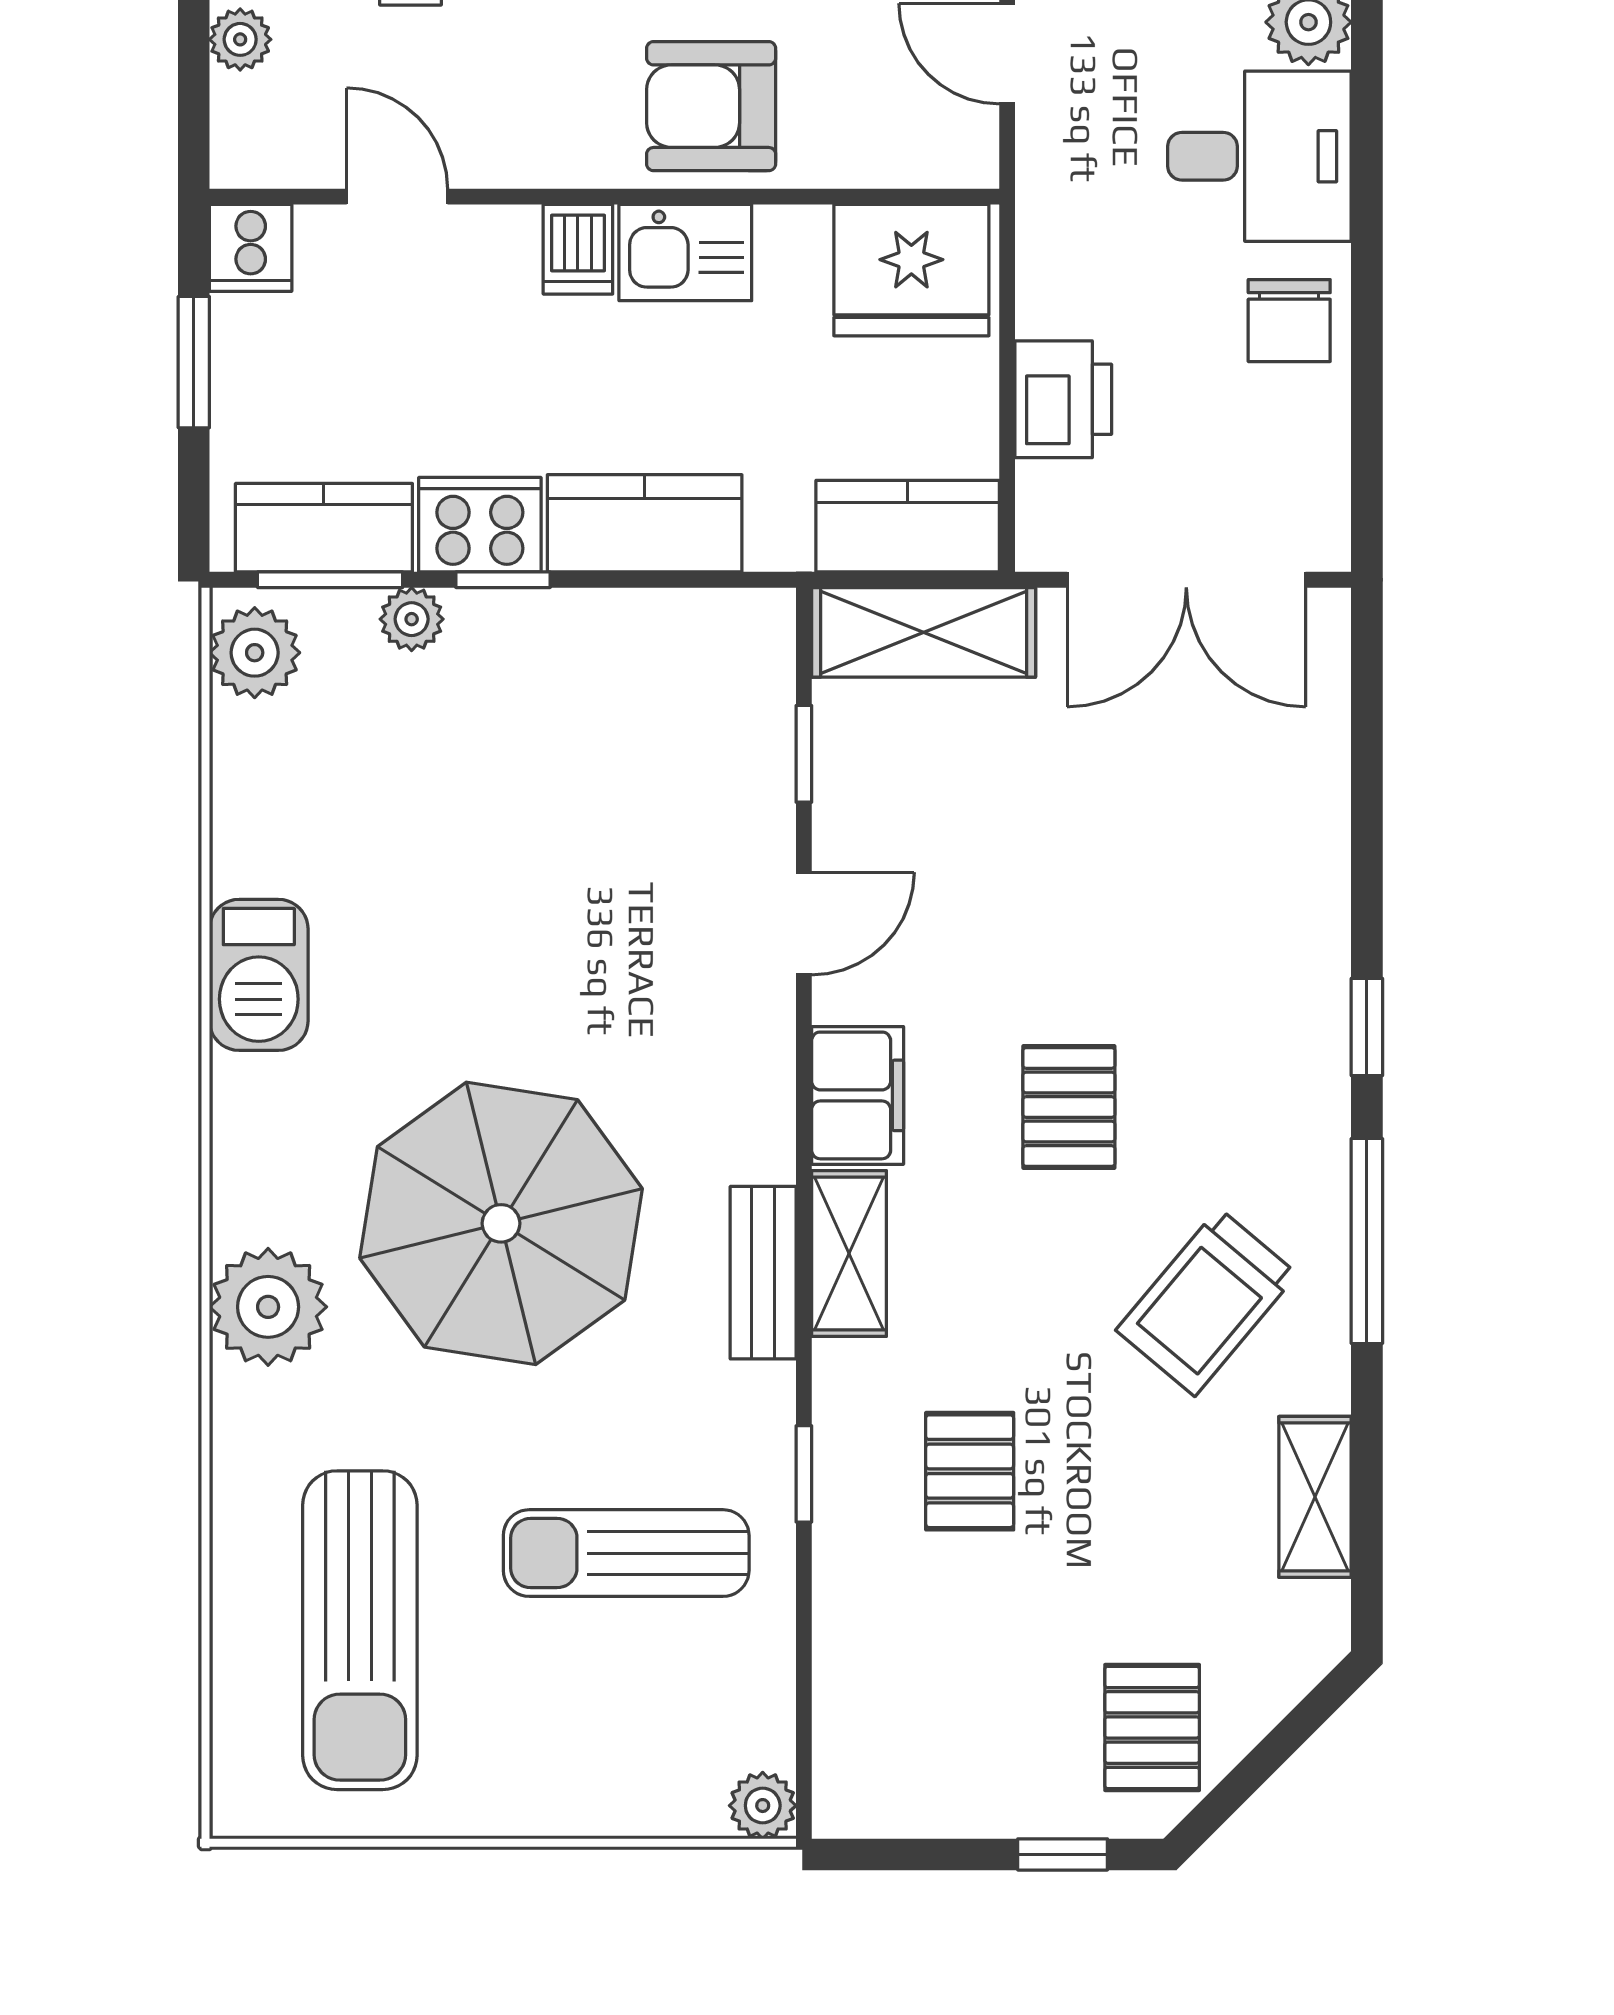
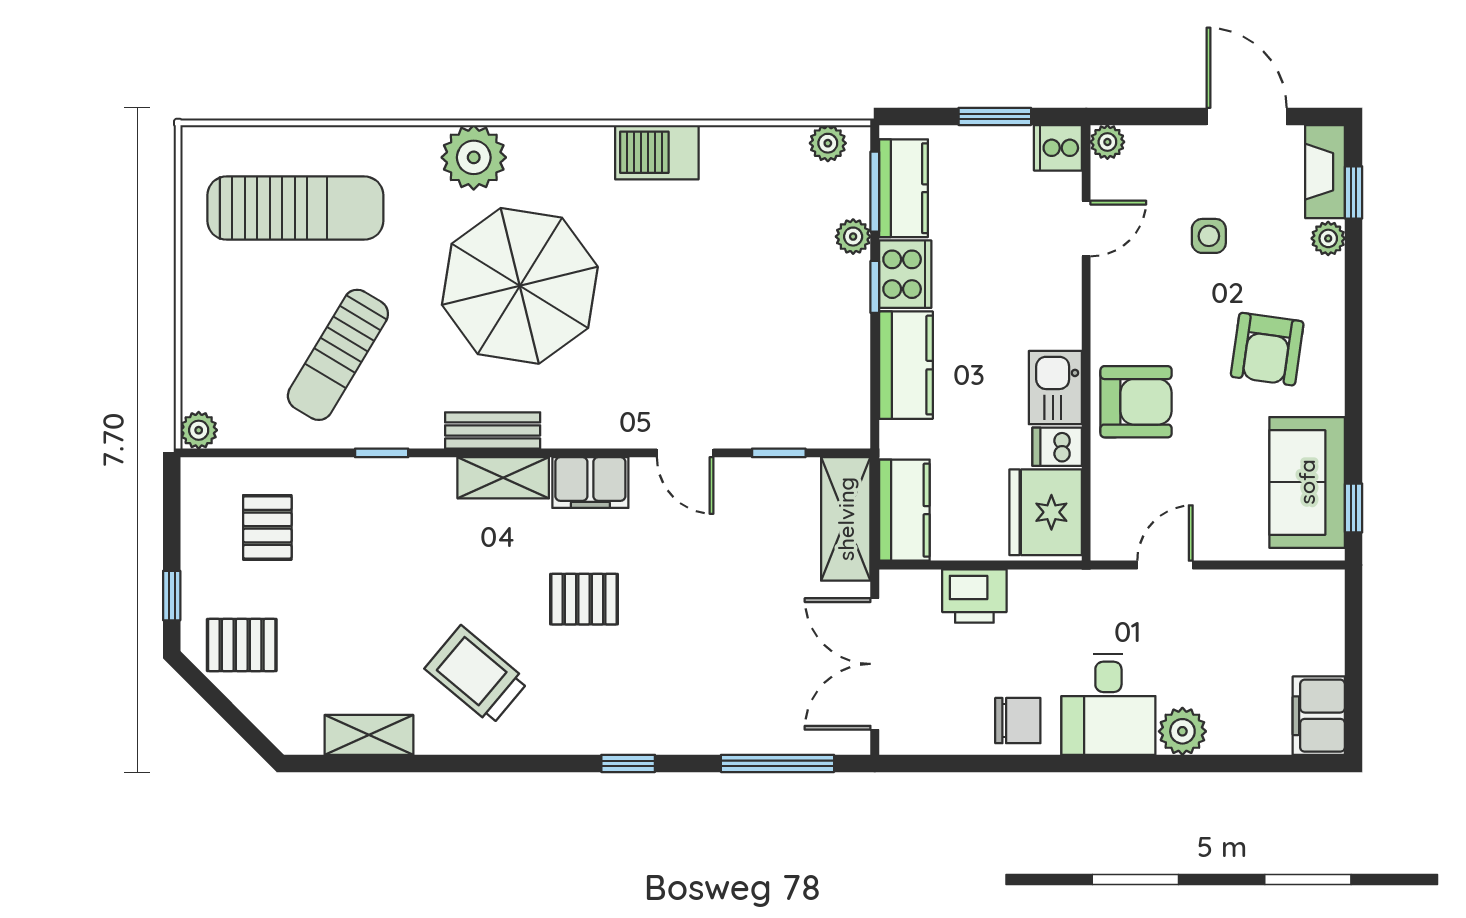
plant: (240, 39) -> (1107, 142), moved
armchair: (711, 106) -> (1136, 402), turned 90
dishwasher: (578, 249) -> (1057, 447), moved
chair: (1289, 321) -> (1018, 721), turned 180
plant: (255, 653) -> (828, 143), width x0.73, depth x0.73
window: (1367, 1241) -> (778, 763), moved
pallet: (970, 1471) -> (267, 527), moved, turned 90
sun lounger: (626, 1553) -> (338, 355), turned -149
sun lounger: (360, 1630) -> (295, 208), turned 180

